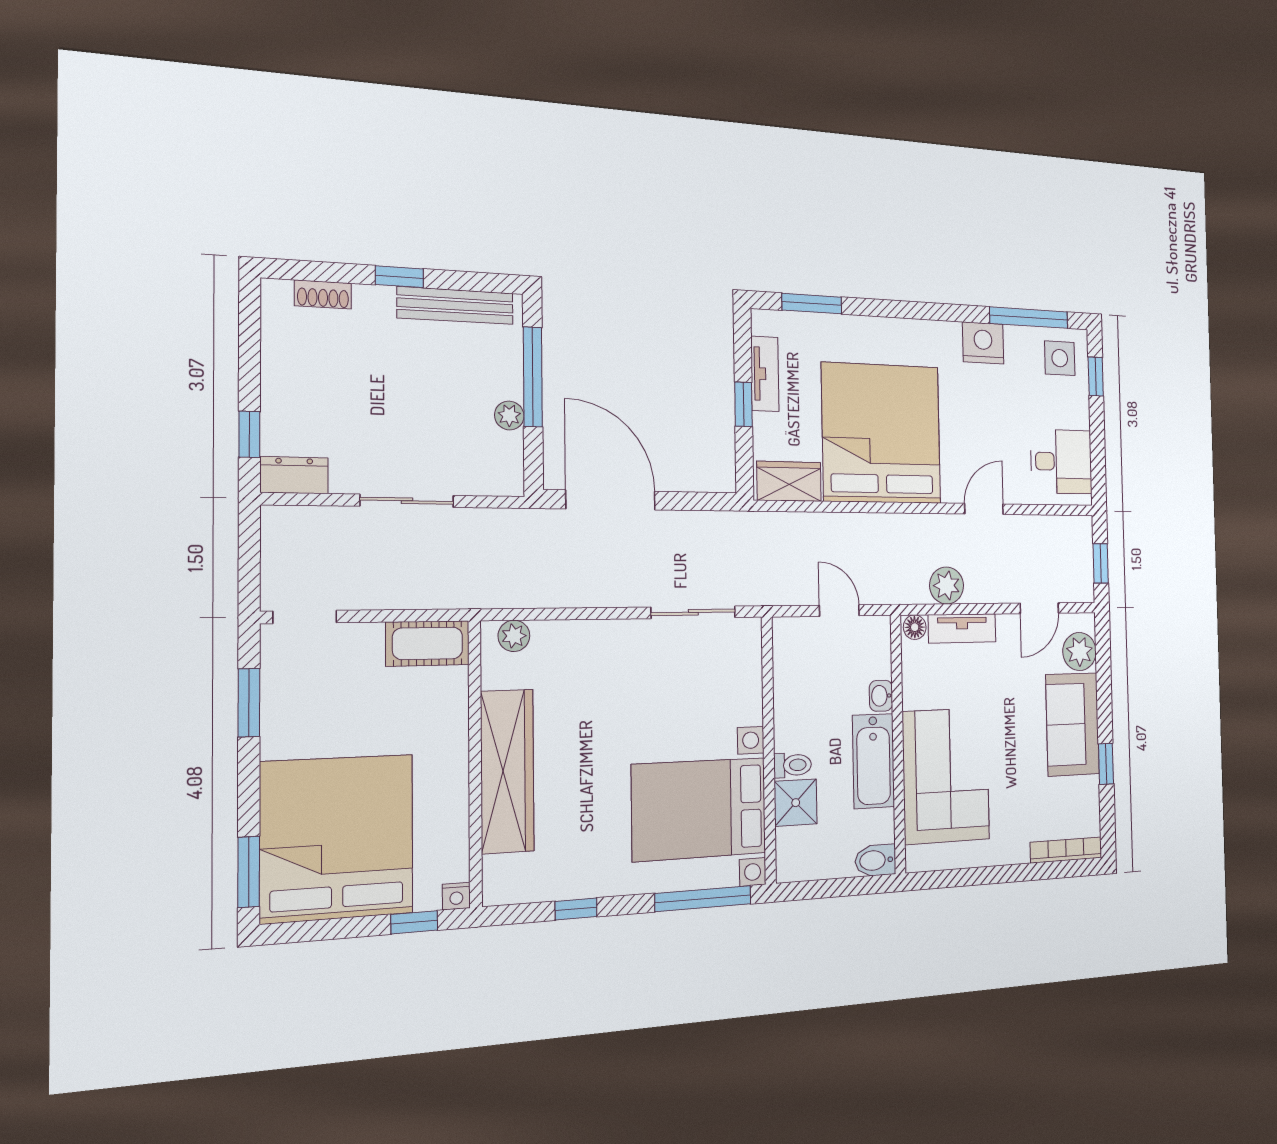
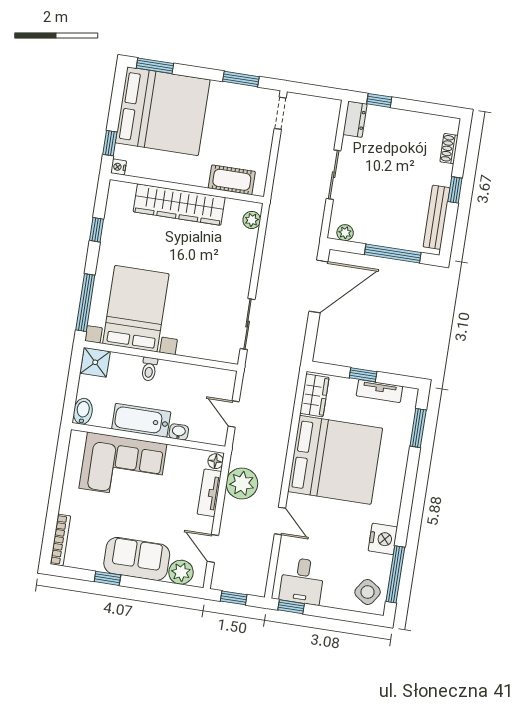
side table: (1060, 358) -> (368, 592), turned 34
window: (1096, 376) -> (291, 607), moved
plant: (509, 416) -> (345, 233), moved
plant: (947, 586) -> (242, 483), width x1.36, depth x1.36
door: (839, 611) -> (234, 414), swing flipped
cot: (428, 643) -> (232, 180), moved, turned 90
shower: (796, 803) -> (95, 362), moved

